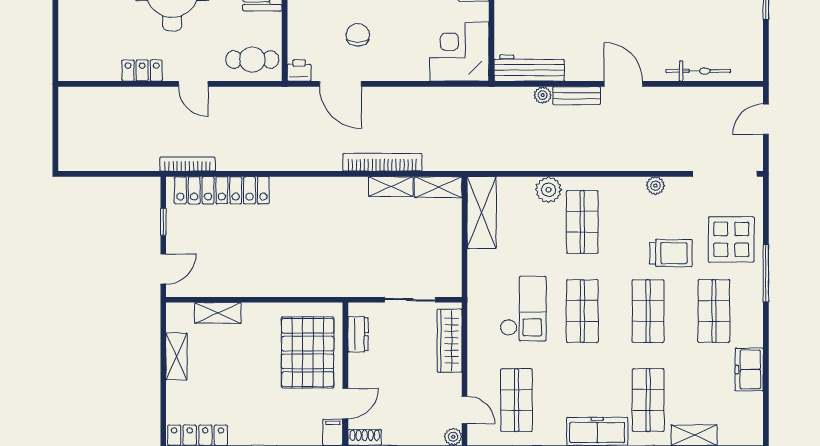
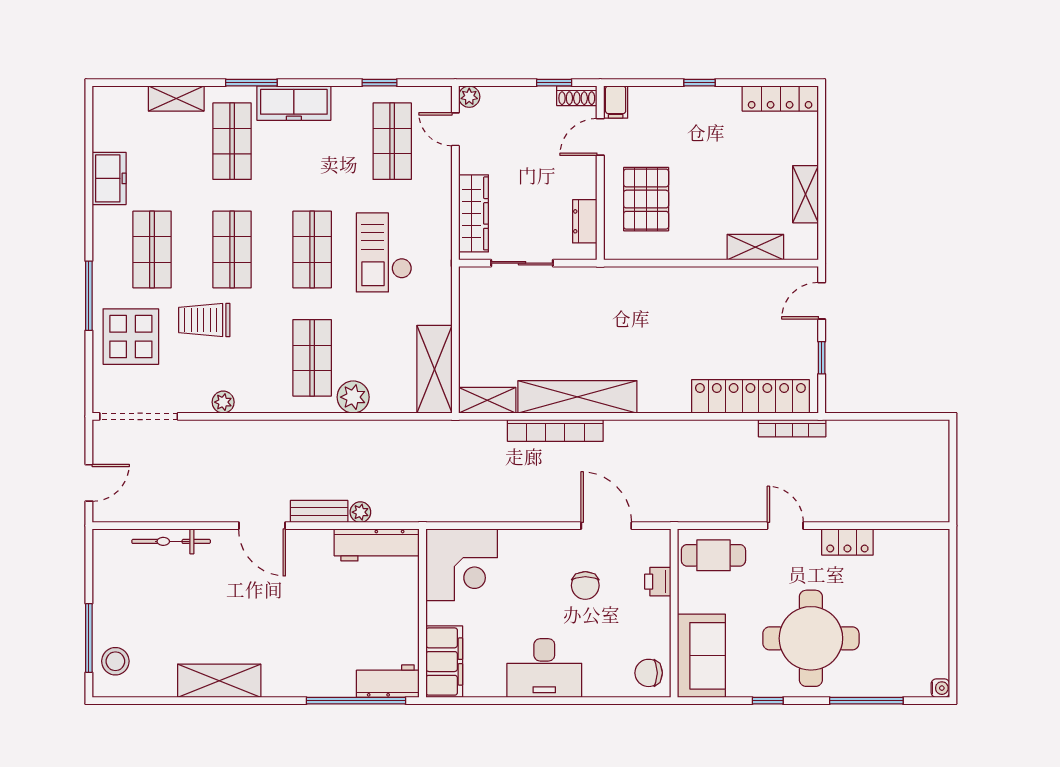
printer: (299, 71) -> (658, 582), moved, turned 90
shelving: (391, 187) -> (577, 397), width x2.20, depth x1.33
pallet: (308, 352) -> (646, 199), width x0.73, depth x0.71

